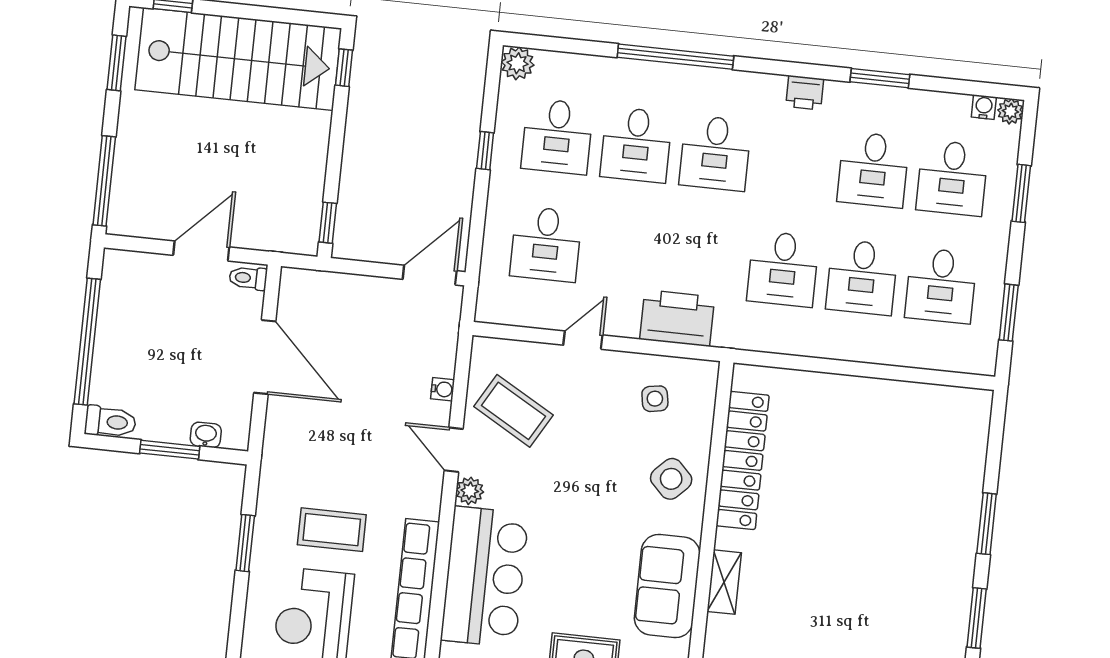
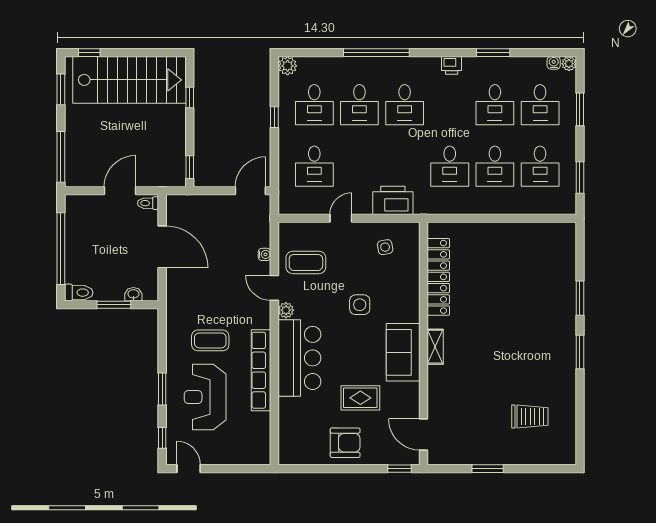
window: (344, 68) -> (190, 97), moved
coffee table: (513, 411) -> (306, 262), turned -30
side table: (671, 479) -> (360, 305), moved, turned 45
window: (245, 543) -> (162, 389), moved

